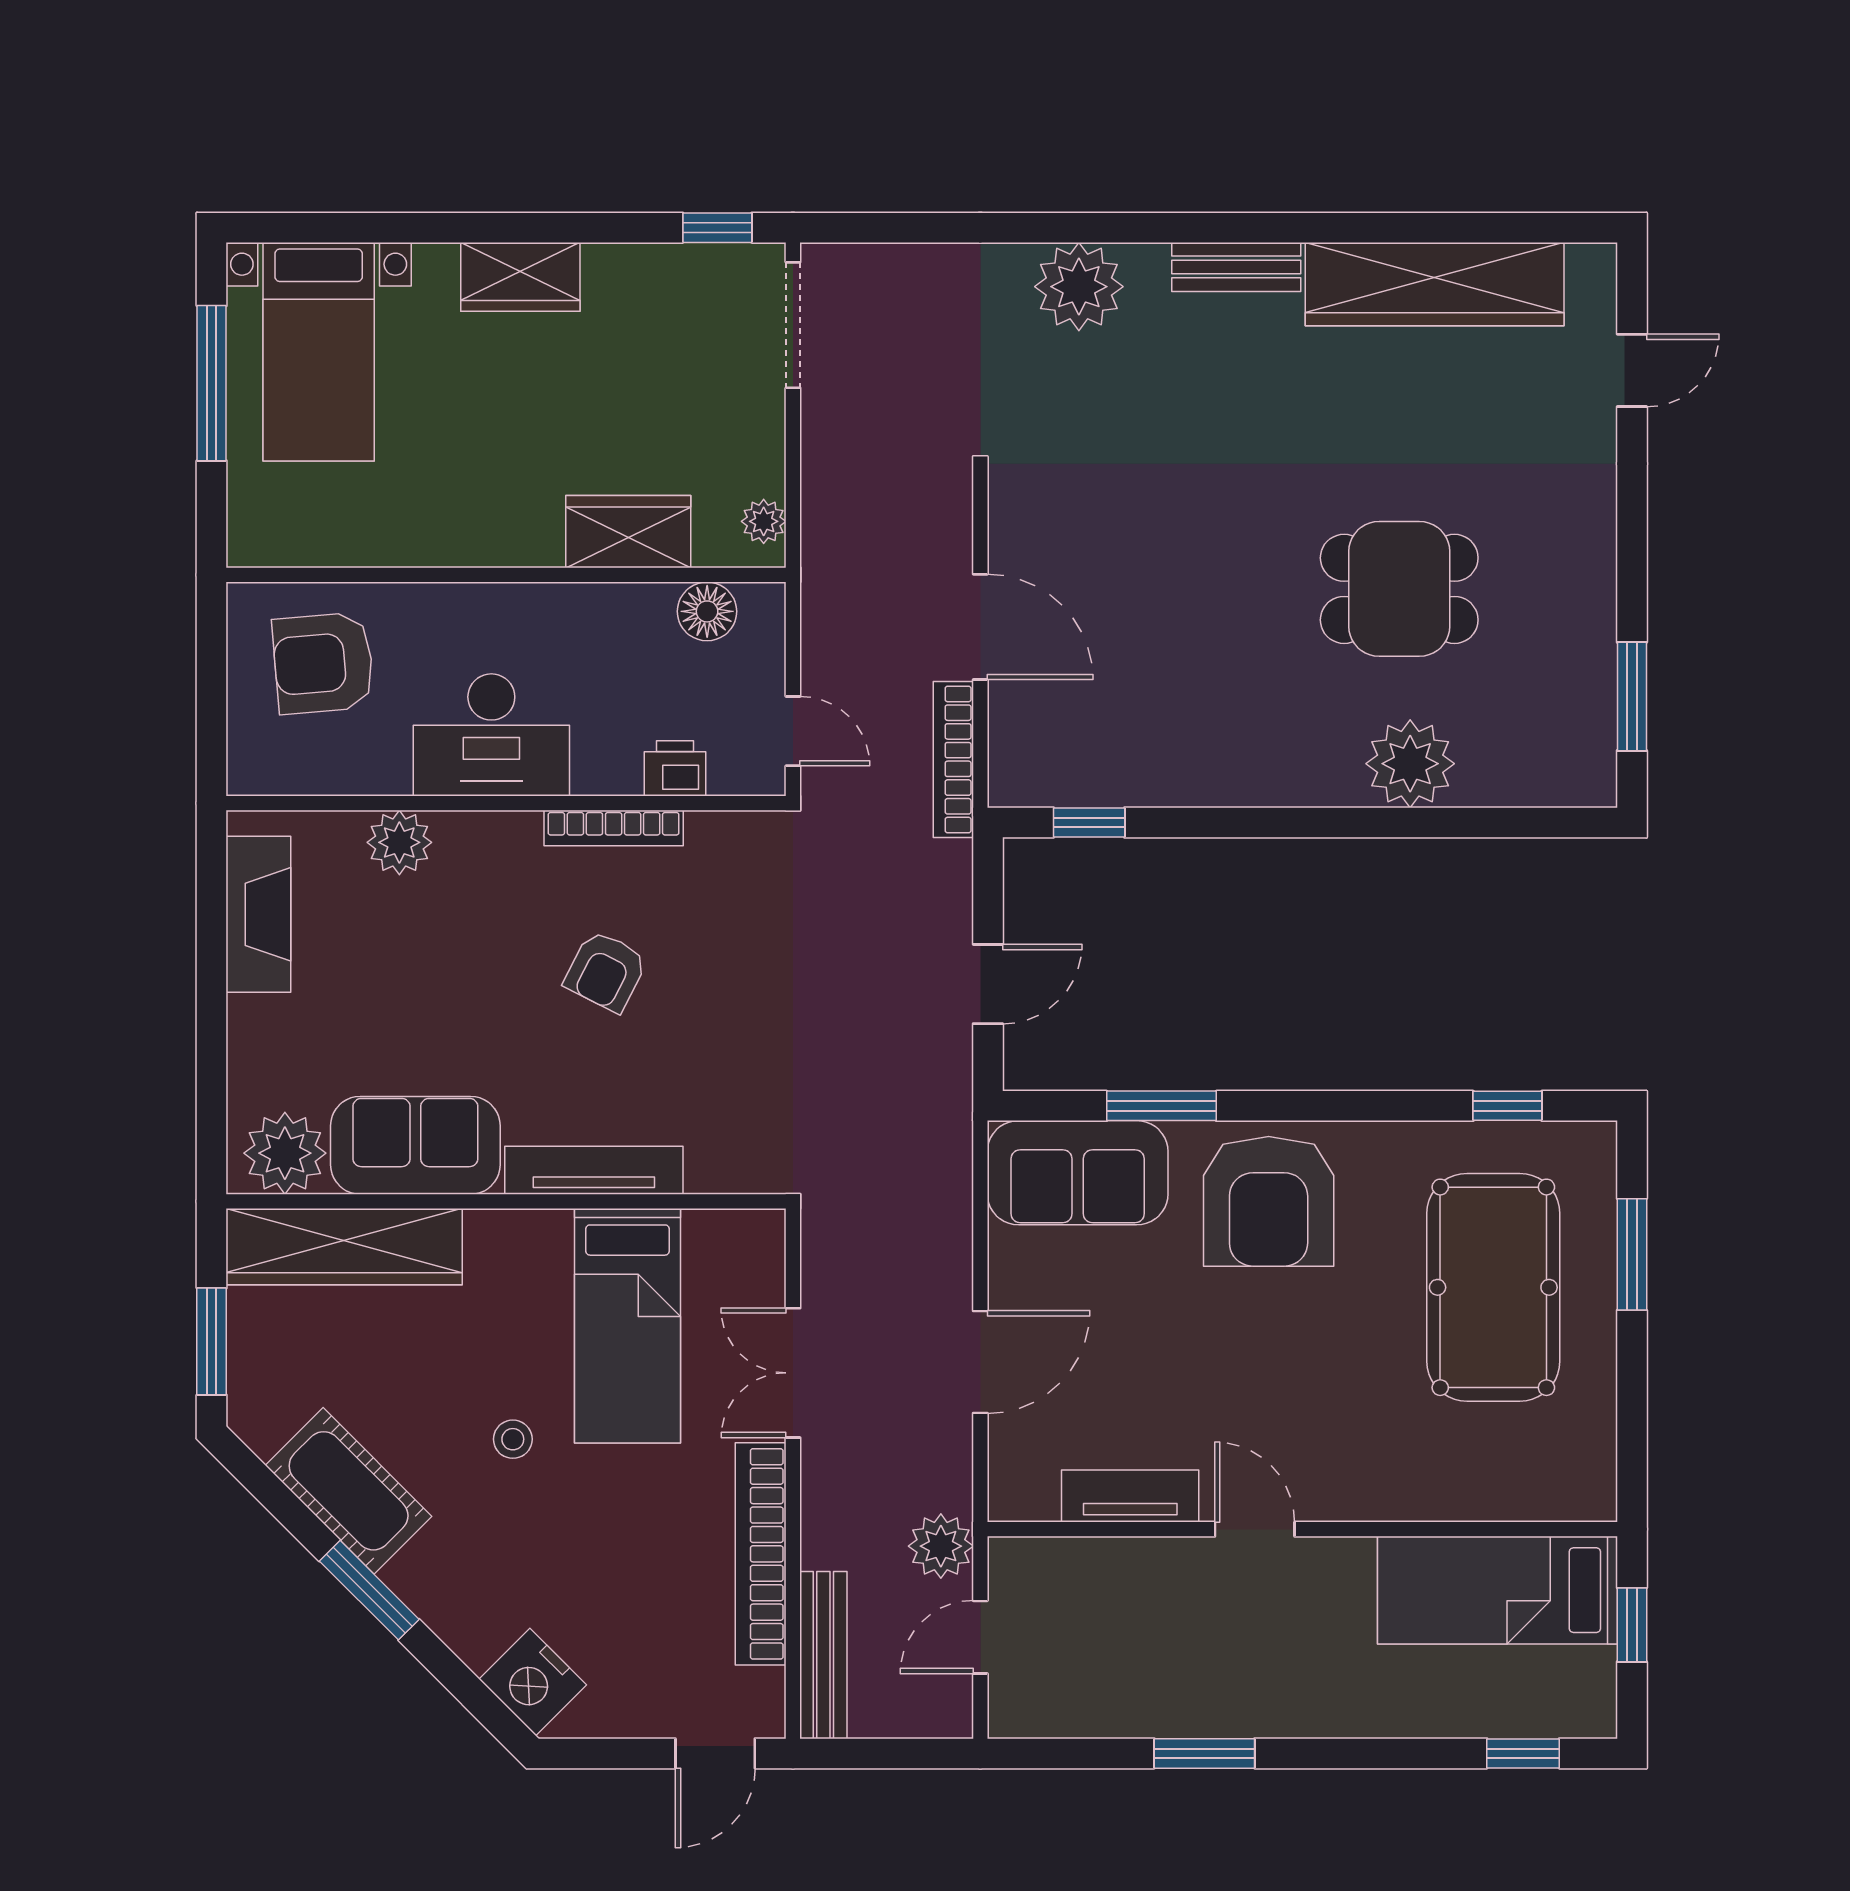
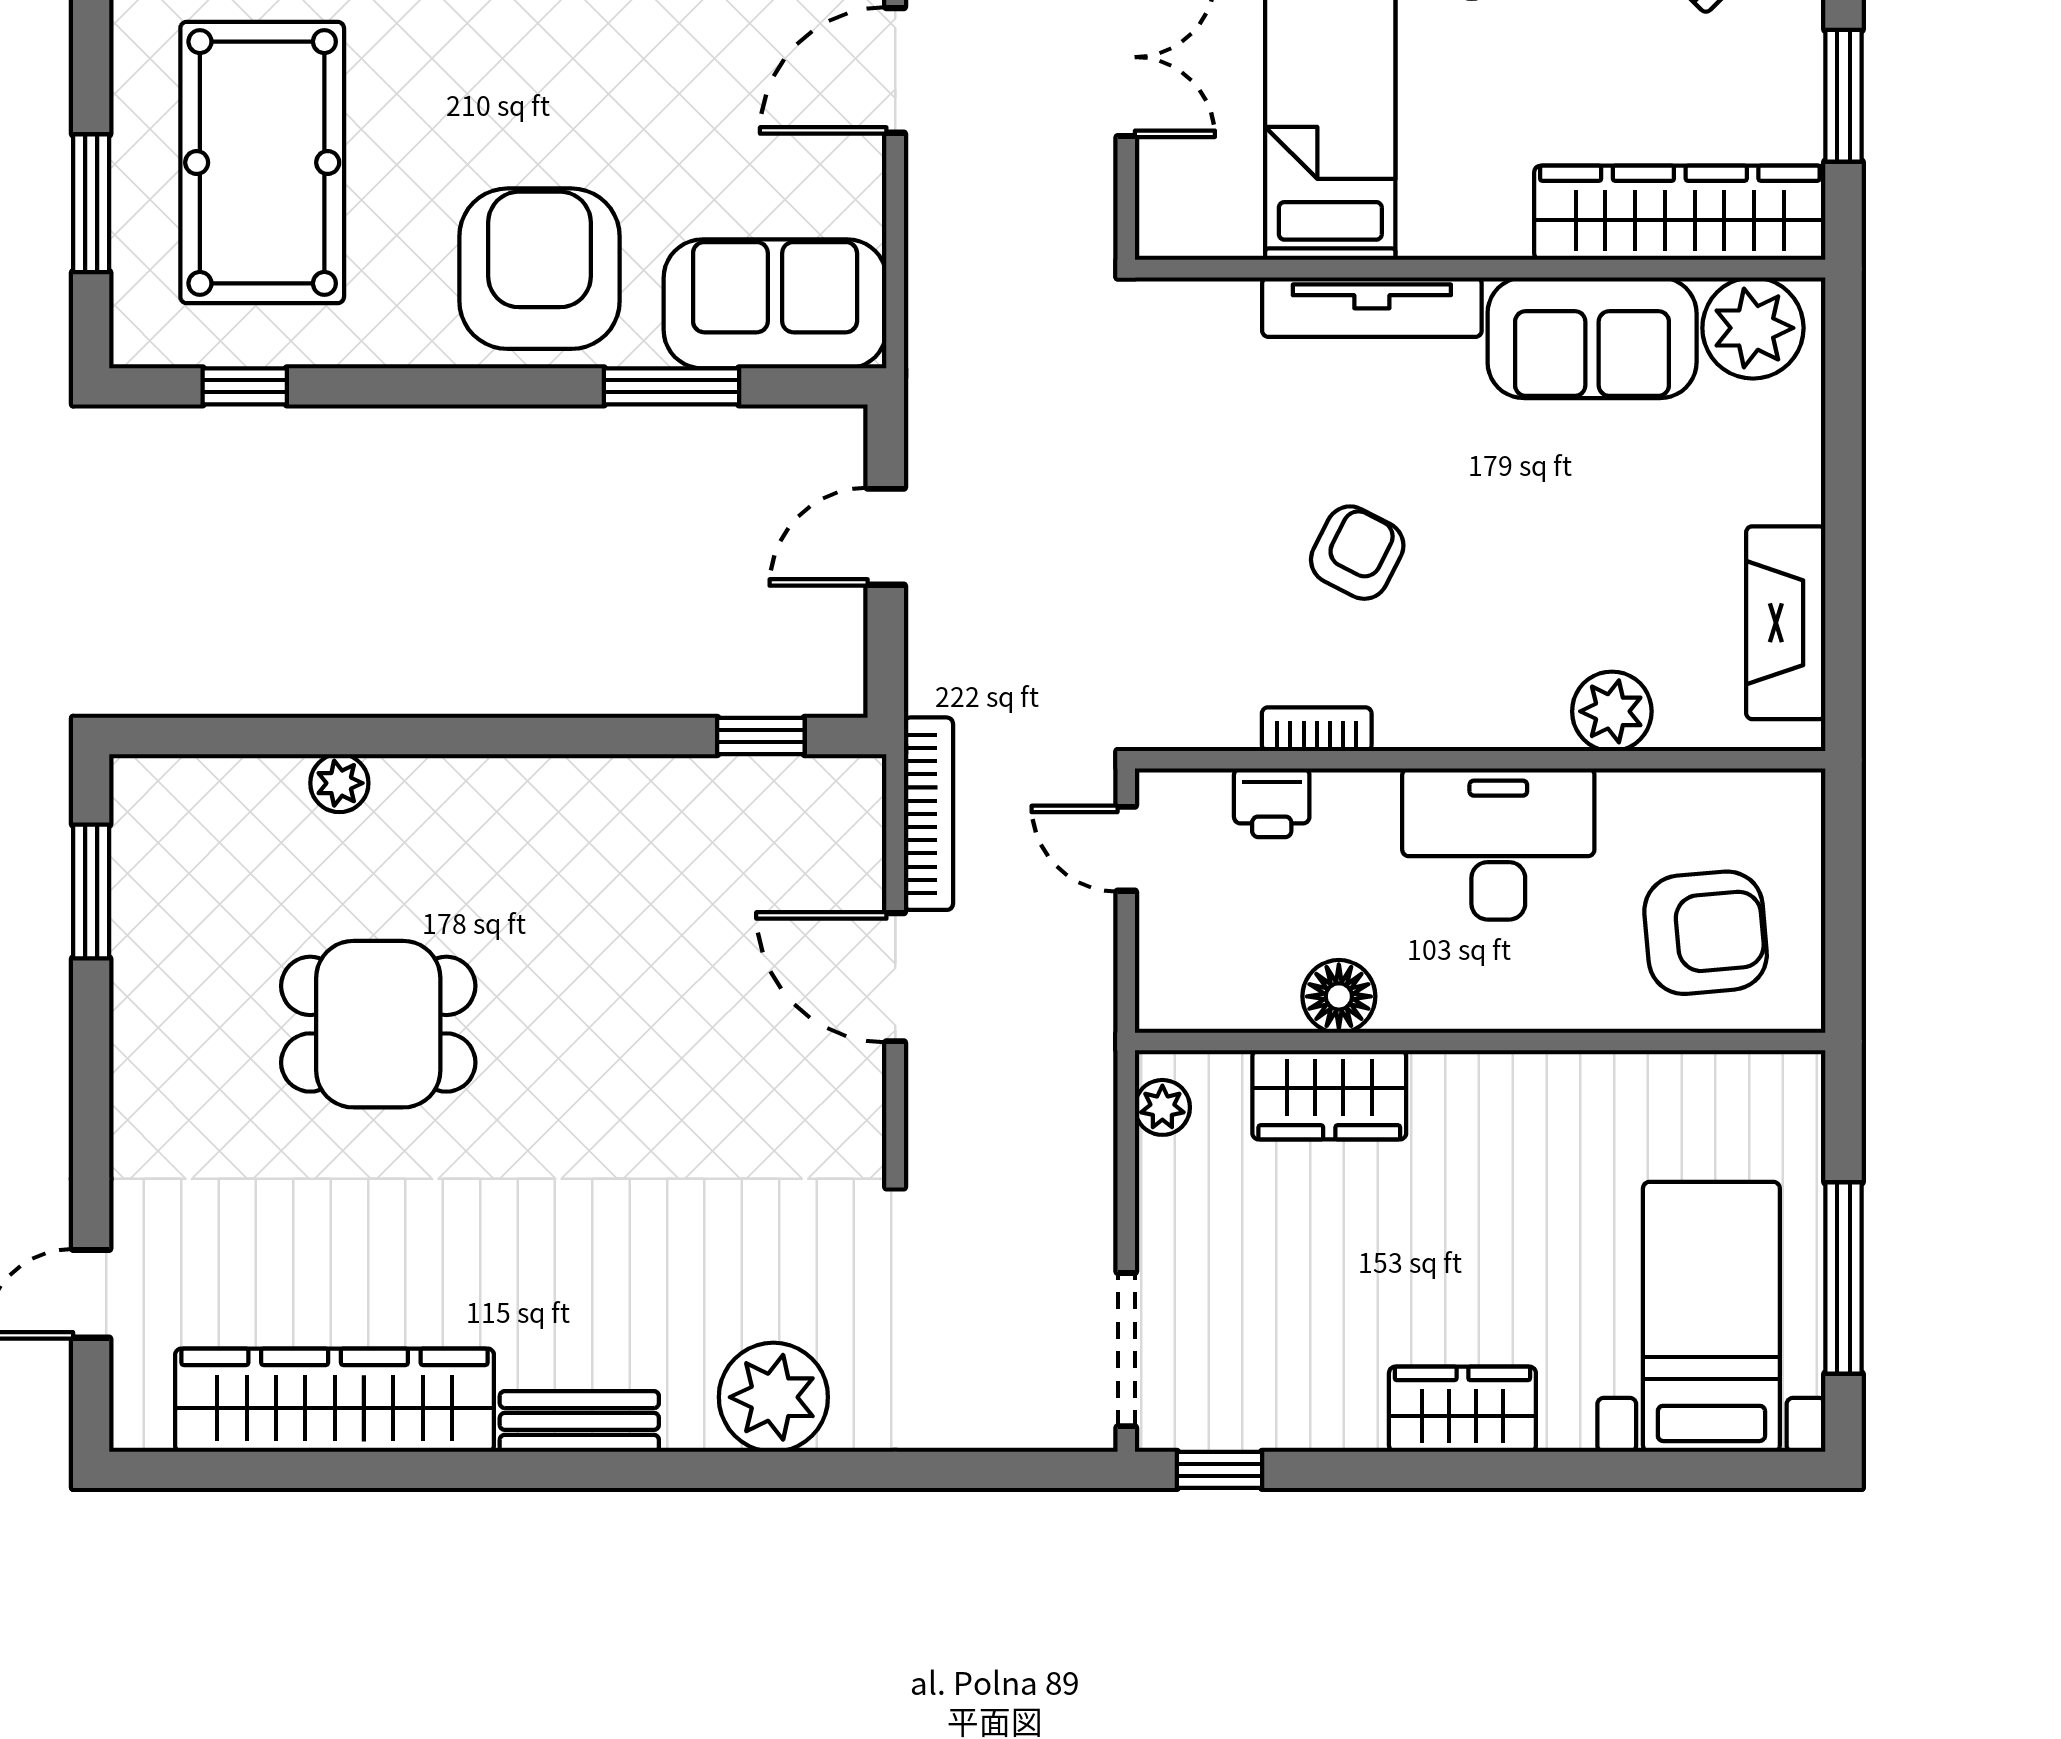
floor lamp: (707, 611) -> (1339, 996), moved
plant: (1410, 764) -> (339, 783), width x0.53, depth x0.53
bookcase: (614, 828) -> (1317, 729), width x0.64

